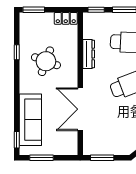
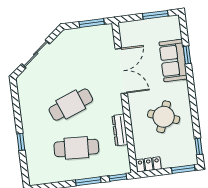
window: (17, 52) -> (199, 146), moved
sofa: (30, 120) -> (173, 60), width x0.73
window: (17, 140) -> (187, 55), moved

